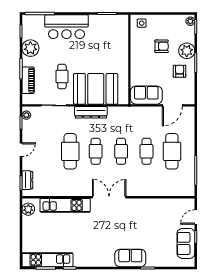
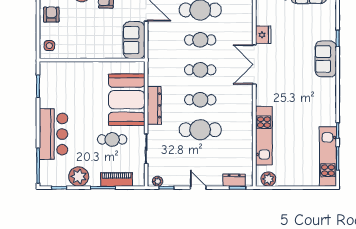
armchair: (162, 46) -> (51, 15), moved
double door: (109, 197) -> (254, 65), moved
fridge: (151, 205) -> (263, 35), added

